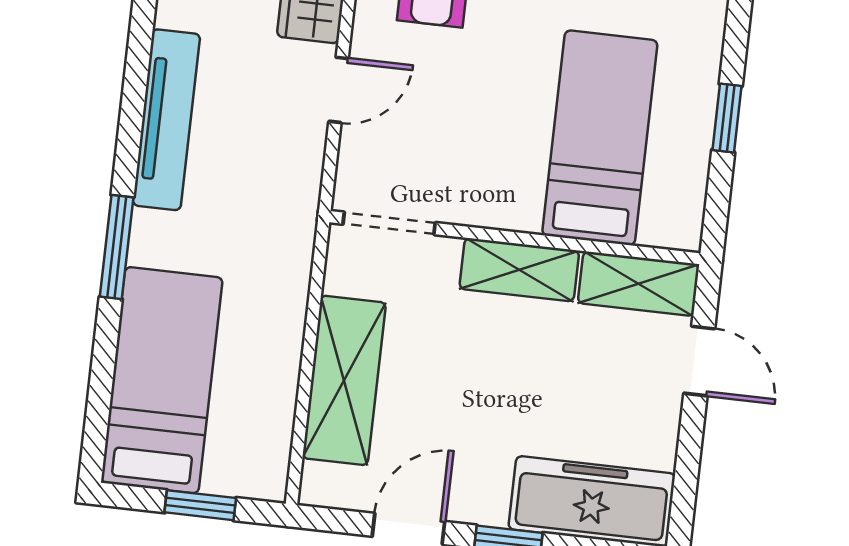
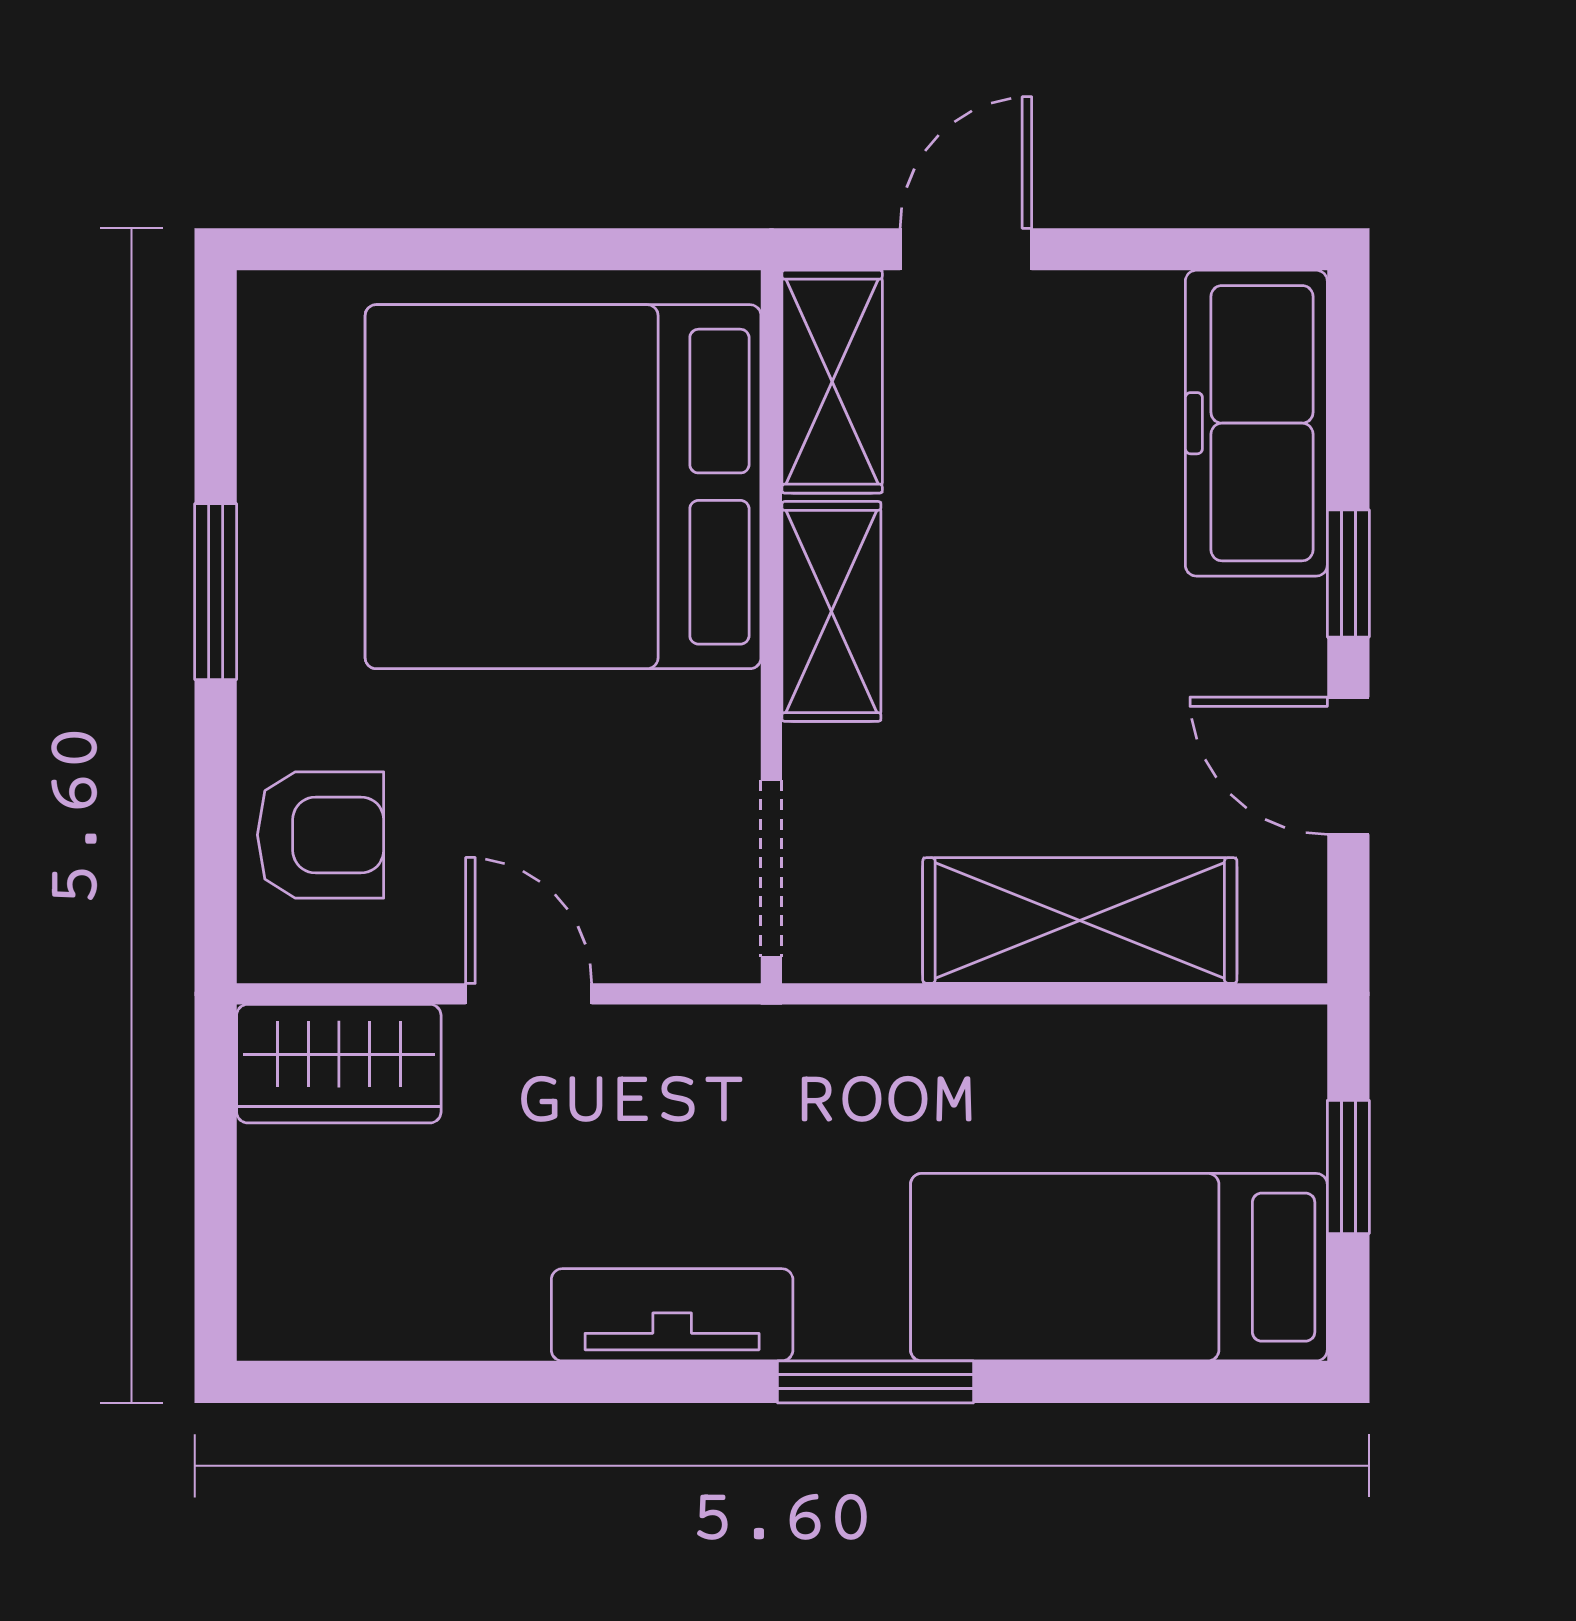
window: (727, 118) -> (498, 249), removed
tv unit: (166, 120) -> (672, 1315), width x0.71
bed: (600, 138) -> (563, 487), width x2.04

